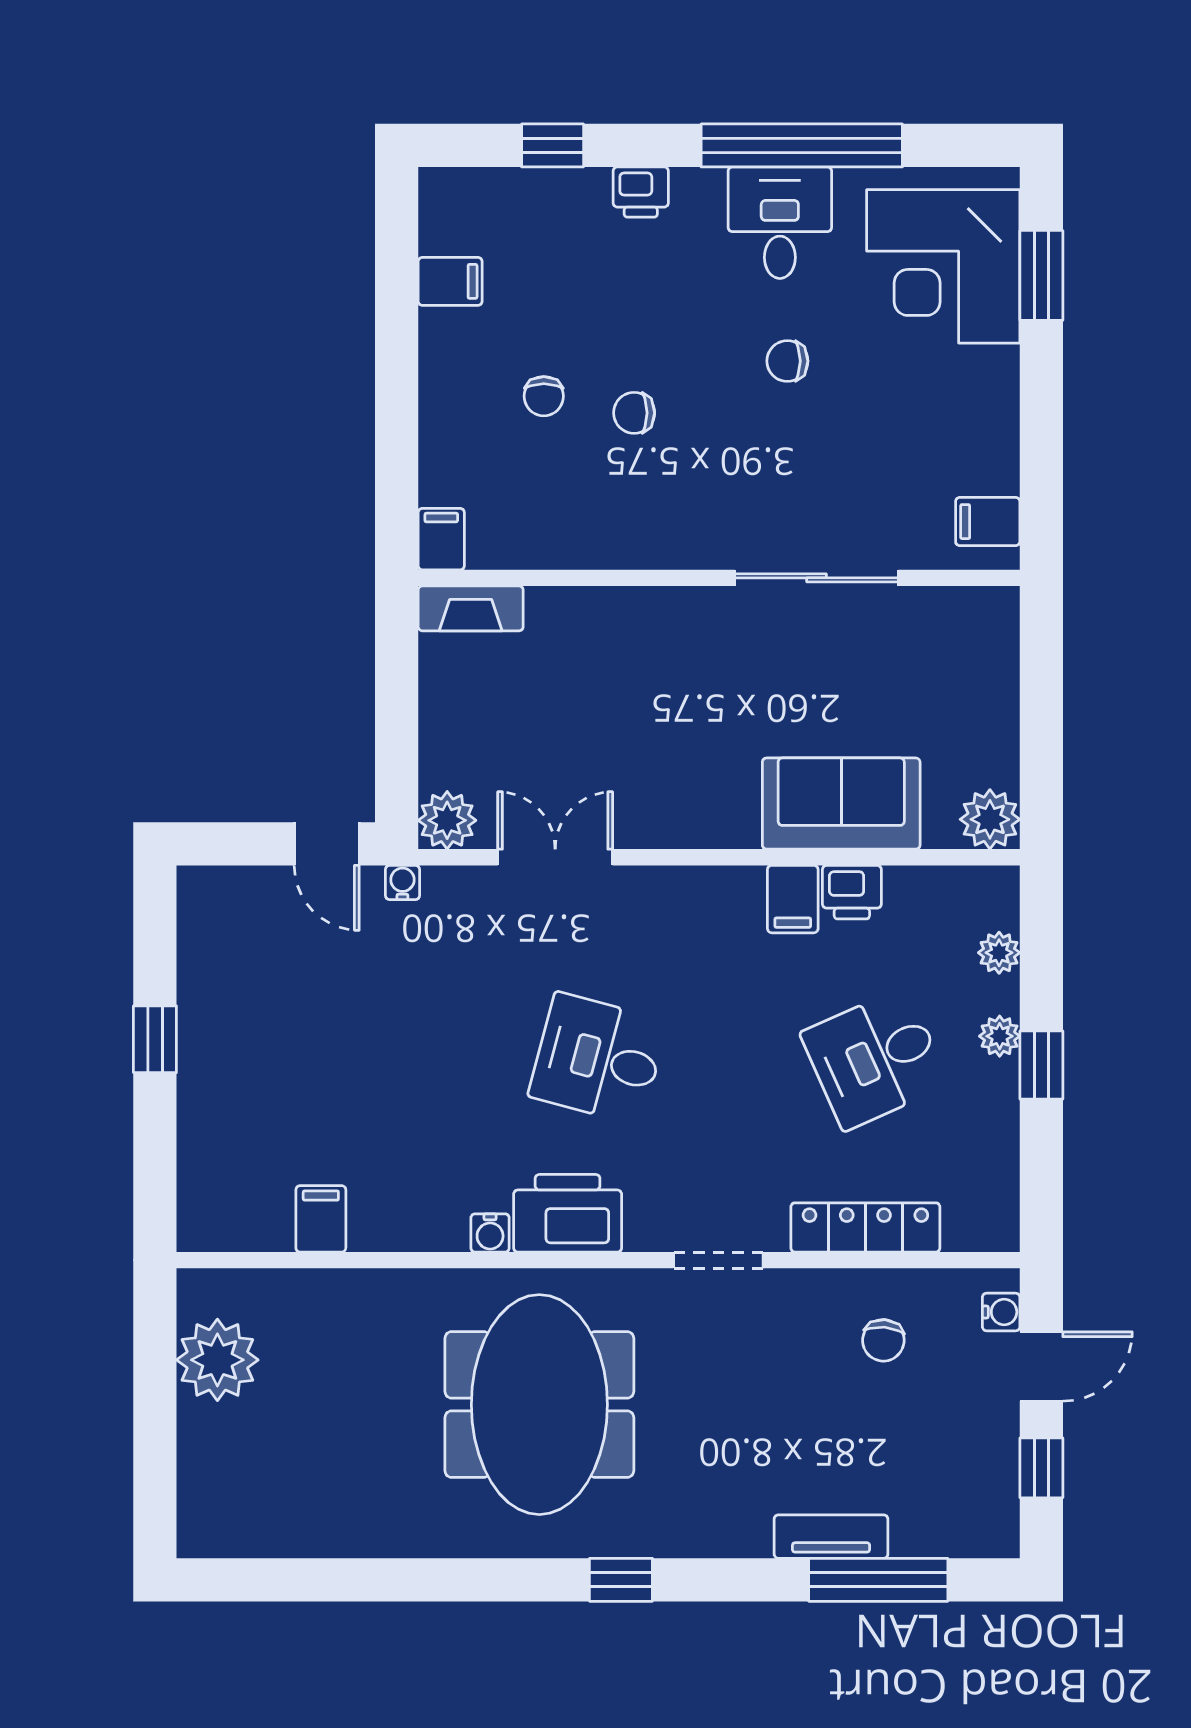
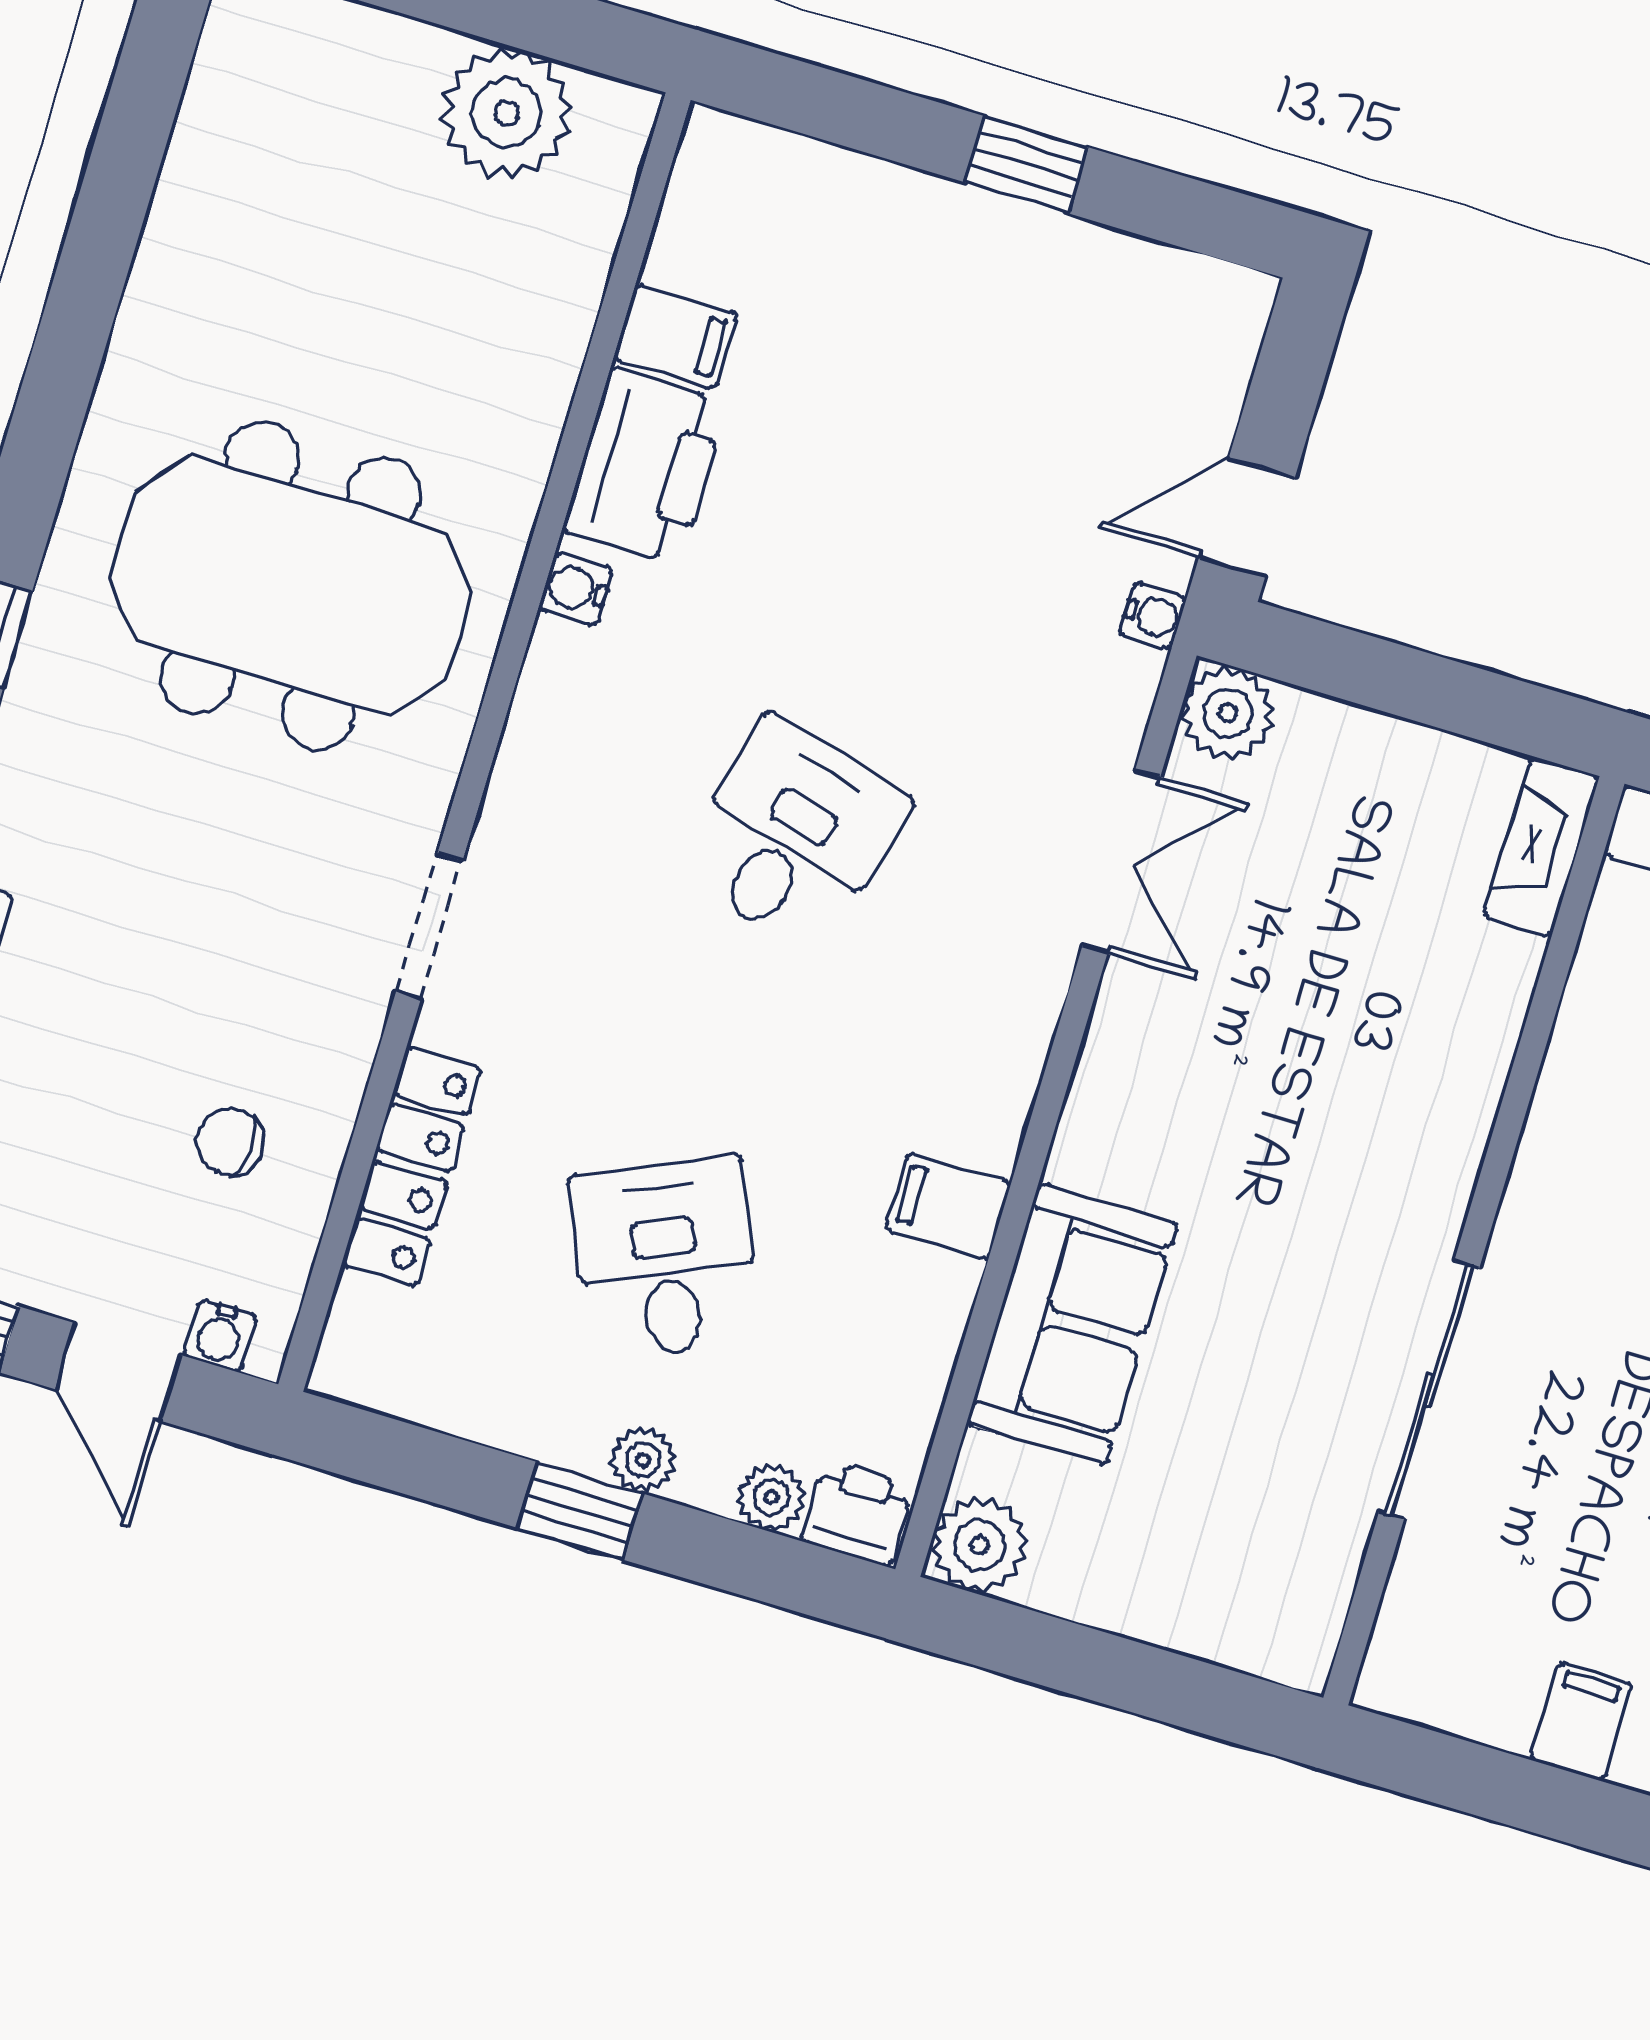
filing cabinet: (988, 522) -> (1581, 1721), moved
printer: (852, 892) -> (857, 1513), moved, turned 90
printer: (568, 1213) -> (645, 466), moved

